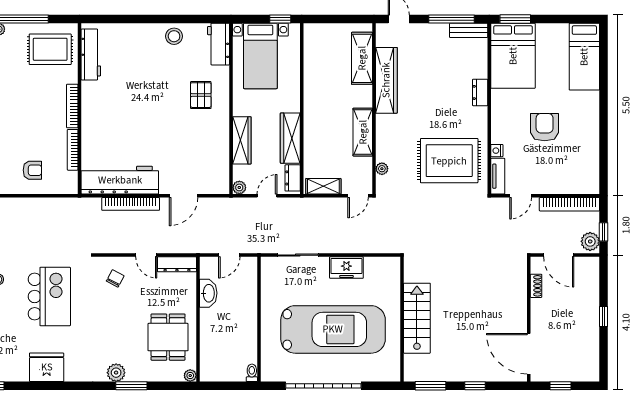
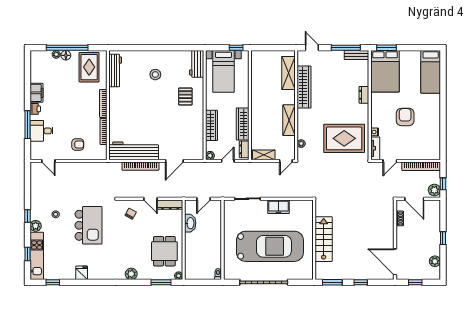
floor lamp: (14, 31) -> (66, 55), added
stool: (174, 36) -> (155, 75), moved
rug: (50, 49) -> (89, 67), turned 90
plant: (591, 353) -> (435, 261), added
fridge: (47, 367) -> (82, 273), width x0.53, depth x0.75
window: (131, 386) -> (161, 282), moved

